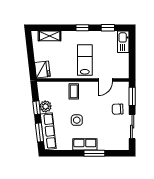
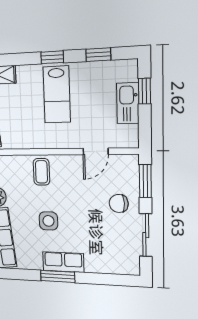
kitchen sink: (123, 42) -> (128, 103), moved
window: (132, 48) -> (144, 91), added
lab bench: (85, 60) -> (57, 95), moved, turned 180
window: (94, 153) -> (58, 276), moved

